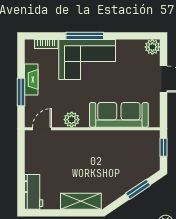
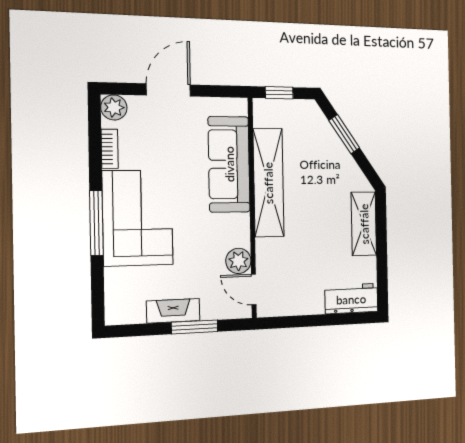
bookcase: (46, 44) -> (110, 149), moved
plant: (72, 120) -> (238, 261), moved
shelving: (108, 139) -> (268, 183), added

